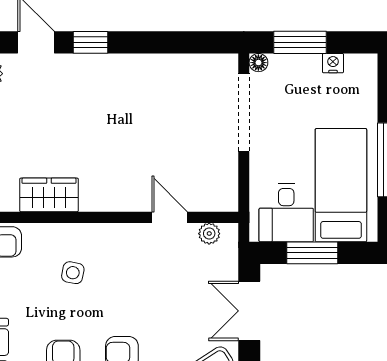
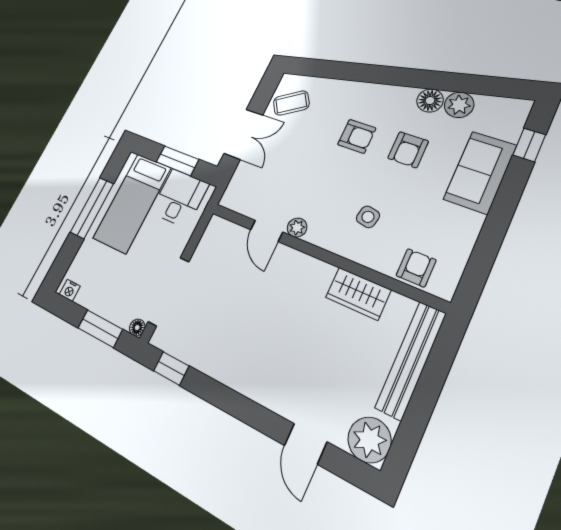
window: (90, 42) -> (171, 368), moved
nightstand: (333, 63) -> (70, 290), moved
plant: (209, 234) -> (297, 228), moved

